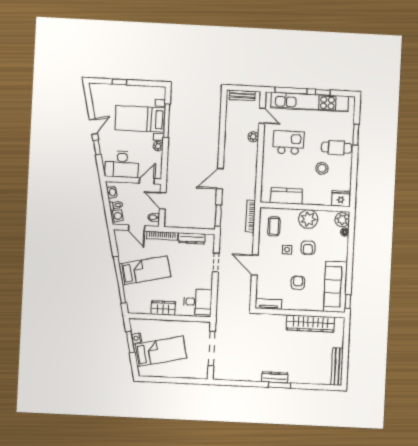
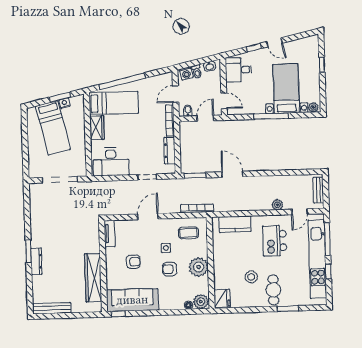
window: (167, 121) -> (271, 116), moved
kitchen island: (288, 142) -> (275, 241), turned 180
plant: (158, 146) -> (313, 107), moved
desk: (122, 164) -> (239, 70), width x0.73
kitchen counter: (286, 196) -> (235, 224), moved, turned 90
bed: (145, 270) -> (114, 103), moved, turned -77
desk: (198, 302) -> (111, 162), width x1.37
dresser: (275, 377) -> (36, 261), moved

